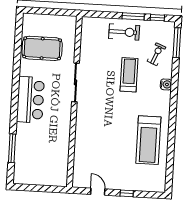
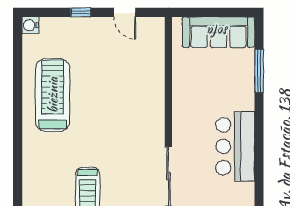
water cooler: (166, 84) -> (30, 25), moved
sofa: (37, 175) -> (218, 32), added

